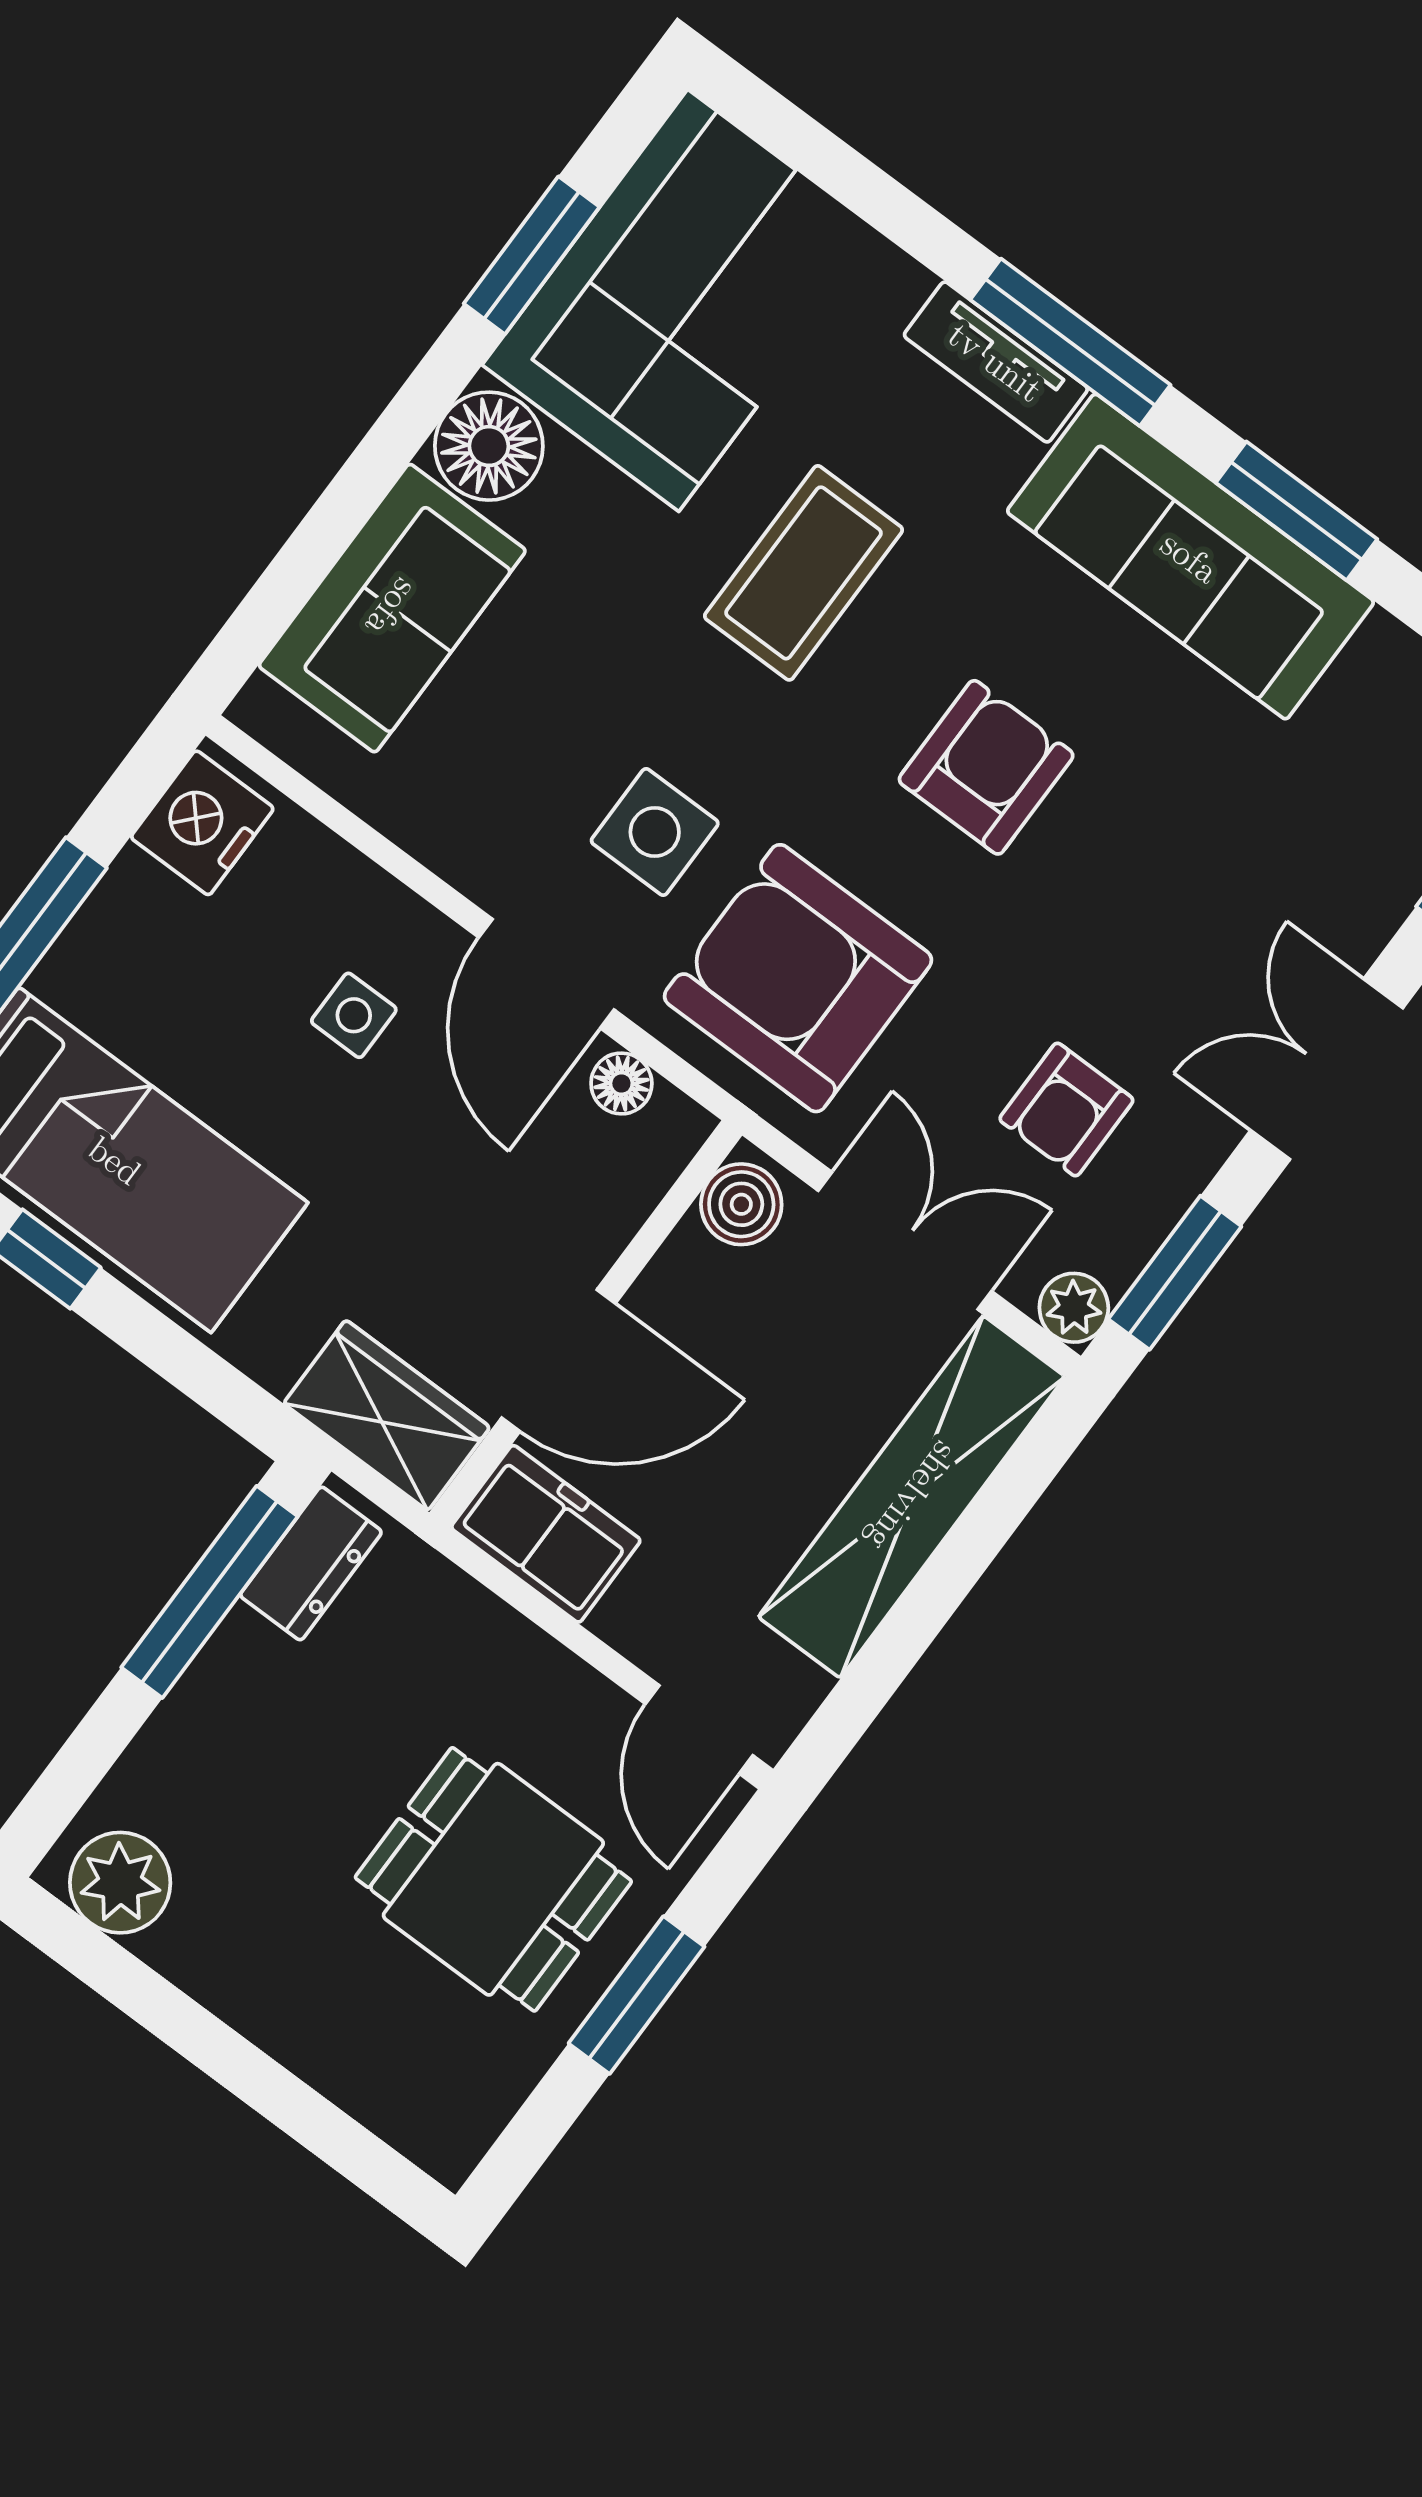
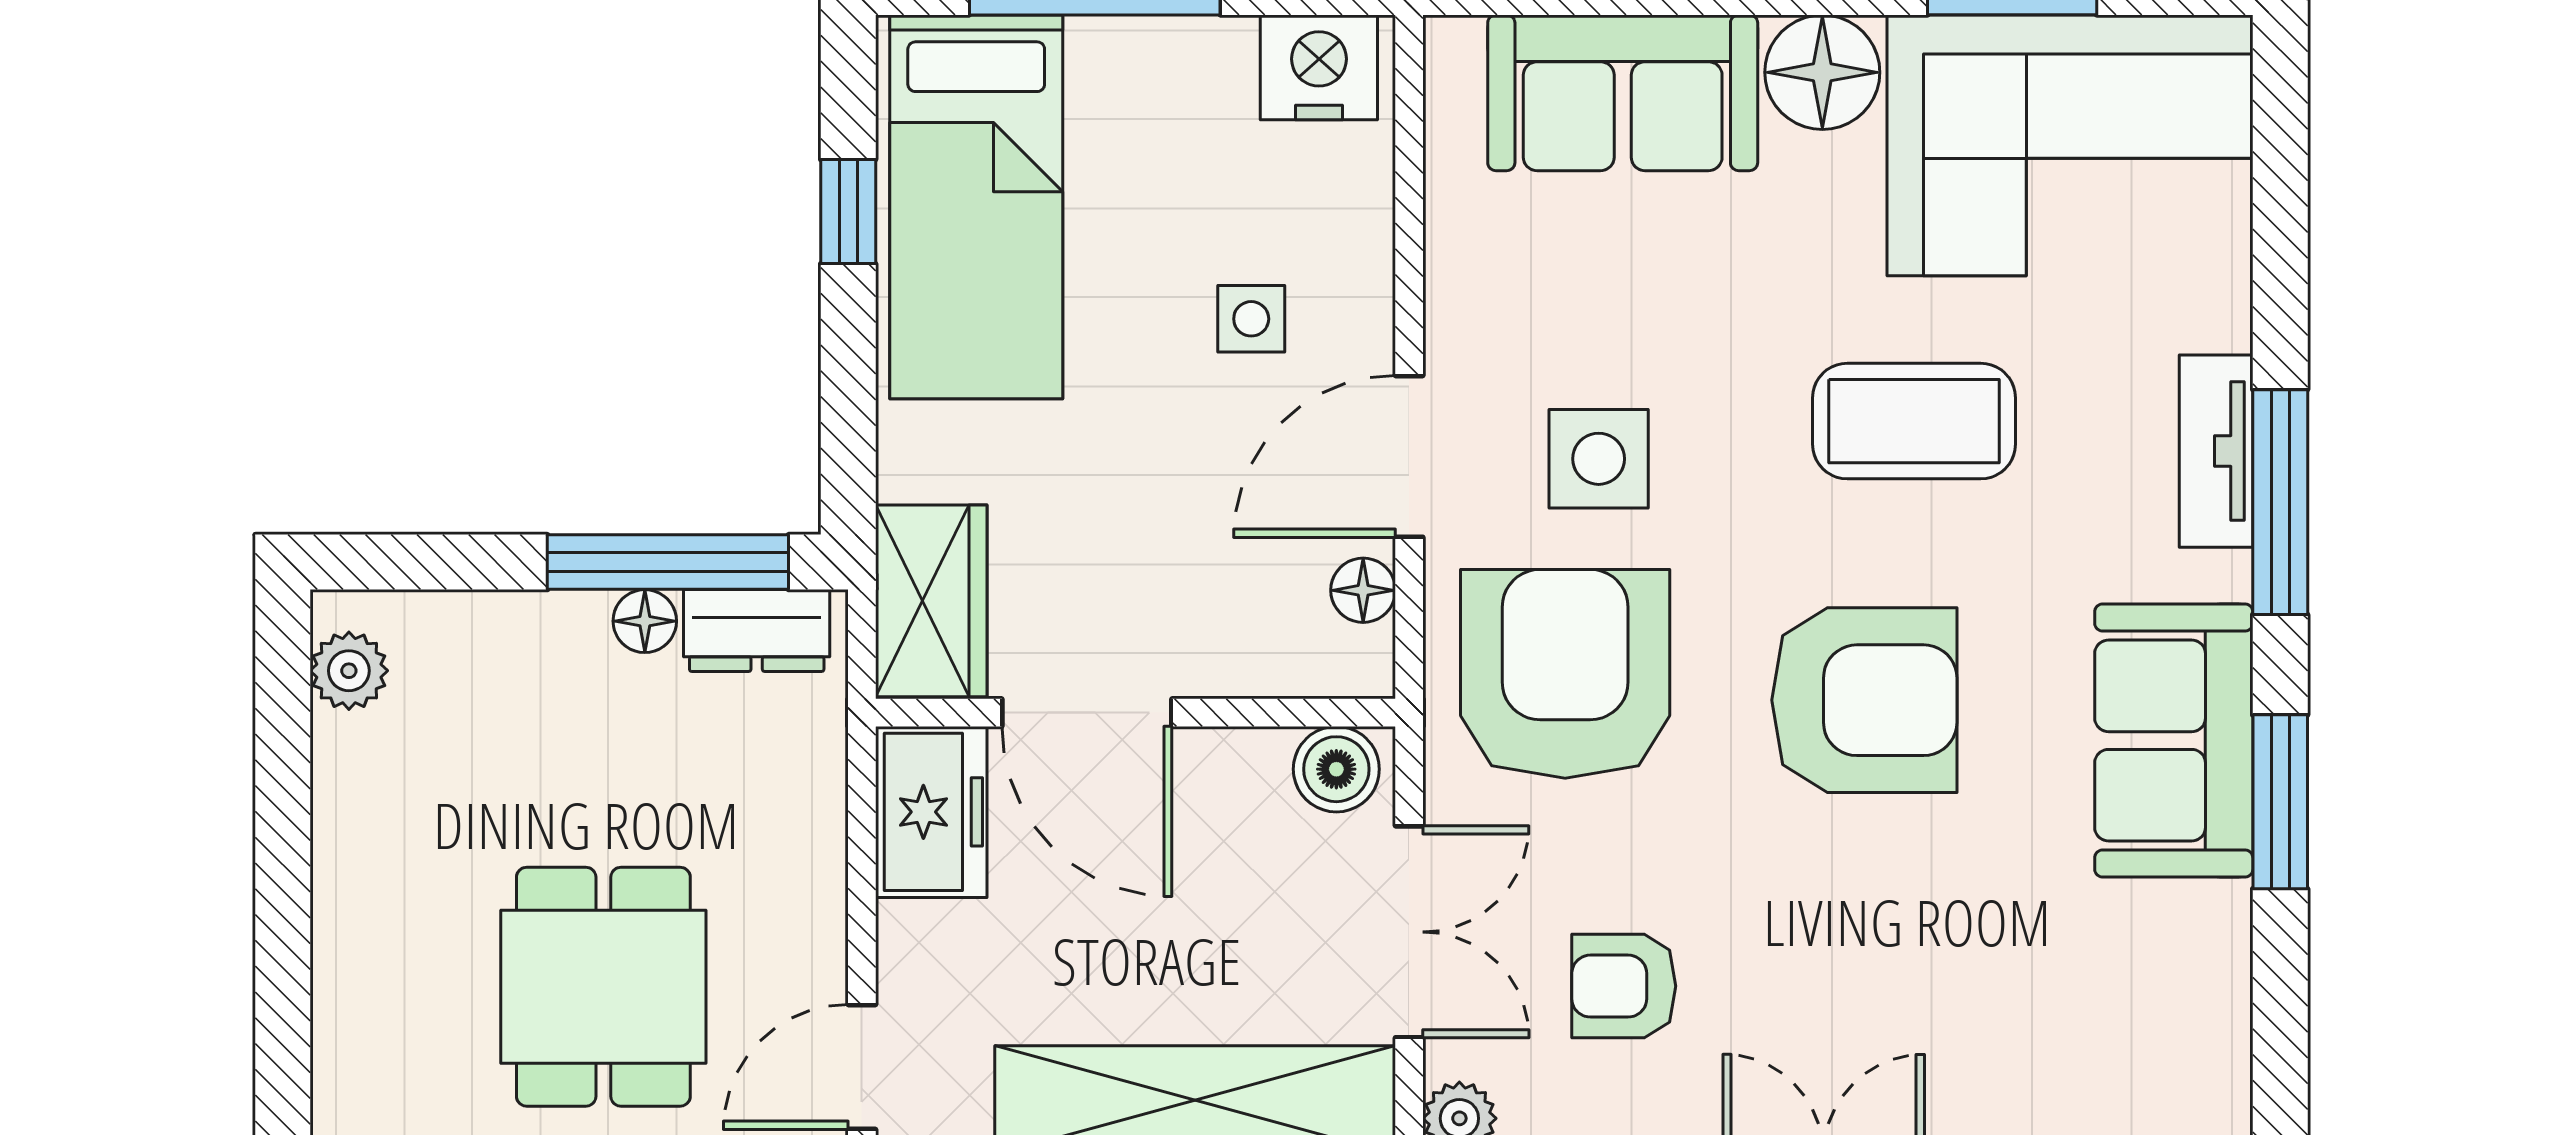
sofa: (1190, 557) -> (2174, 741), width x0.73
armchair: (986, 767) -> (1864, 700), width x1.36, depth x1.36
floor lamp: (241, 1643) -> (645, 621), added
plant: (120, 1883) -> (349, 671), width x0.73, depth x0.73

